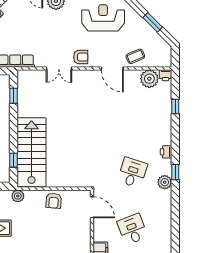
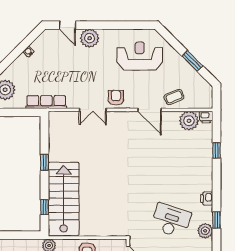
armchair: (81, 57) -> (116, 98), turned -90
window: (14, 96) -> (44, 163), moved
desk: (132, 173) -> (171, 221), width x1.37

